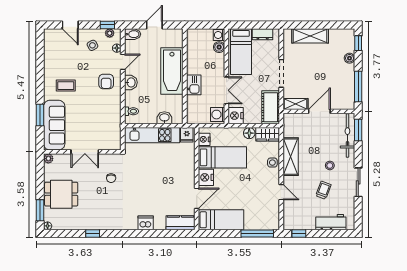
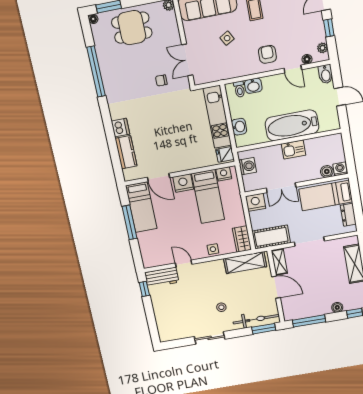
window: (107, 25) -> (329, 28), moved
side table: (92, 45) -> (227, 38), moved
armchair: (106, 82) -> (267, 54), turned 90
washbasin: (131, 82) -> (253, 86), moved
kitchen sink: (194, 85) -> (293, 149), moved
washing machine: (218, 115) -> (247, 166), moved, turned 90
floor lamp: (249, 133) -> (239, 220), removed
double door: (85, 152) -> (187, 60), moved
shelving: (291, 157) -> (245, 263), moved
trolley: (323, 190) -> (194, 305), removed
door: (281, 192) -> (184, 264), swing flipped
dining table: (61, 194) -> (132, 28), turned 90
workbench: (331, 222) -> (162, 277), moved, turned 90
kitchen counter: (180, 223) -> (126, 152), moved
window: (93, 234) -> (96, 72), width x3.17
window: (257, 234) -> (130, 222), moved

